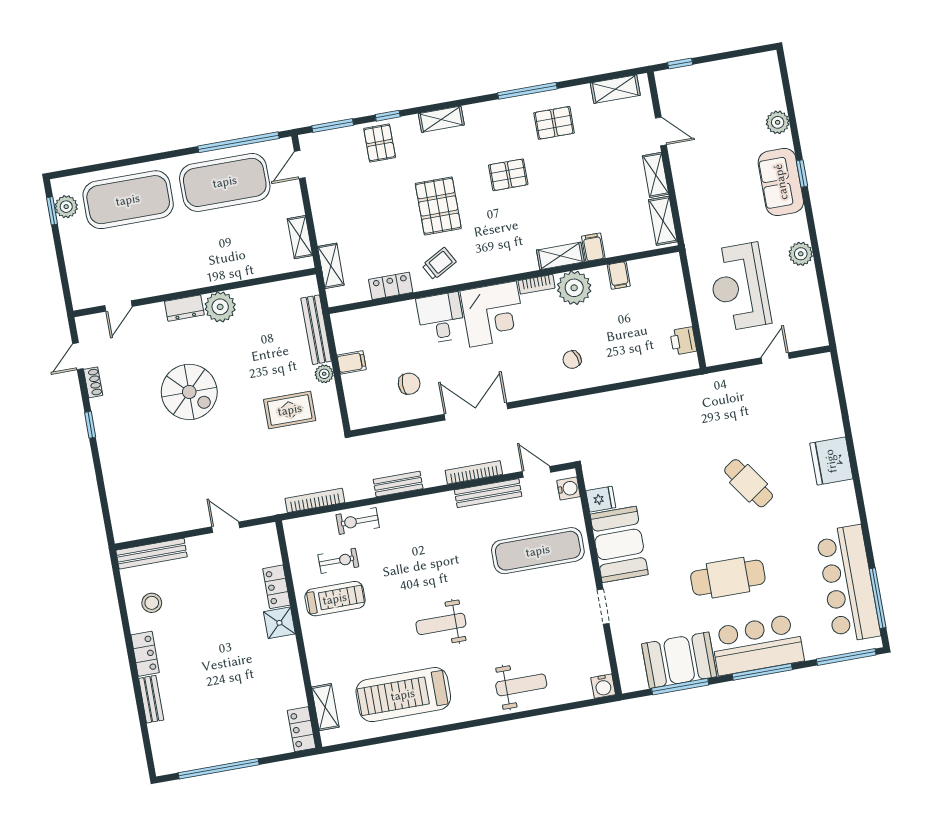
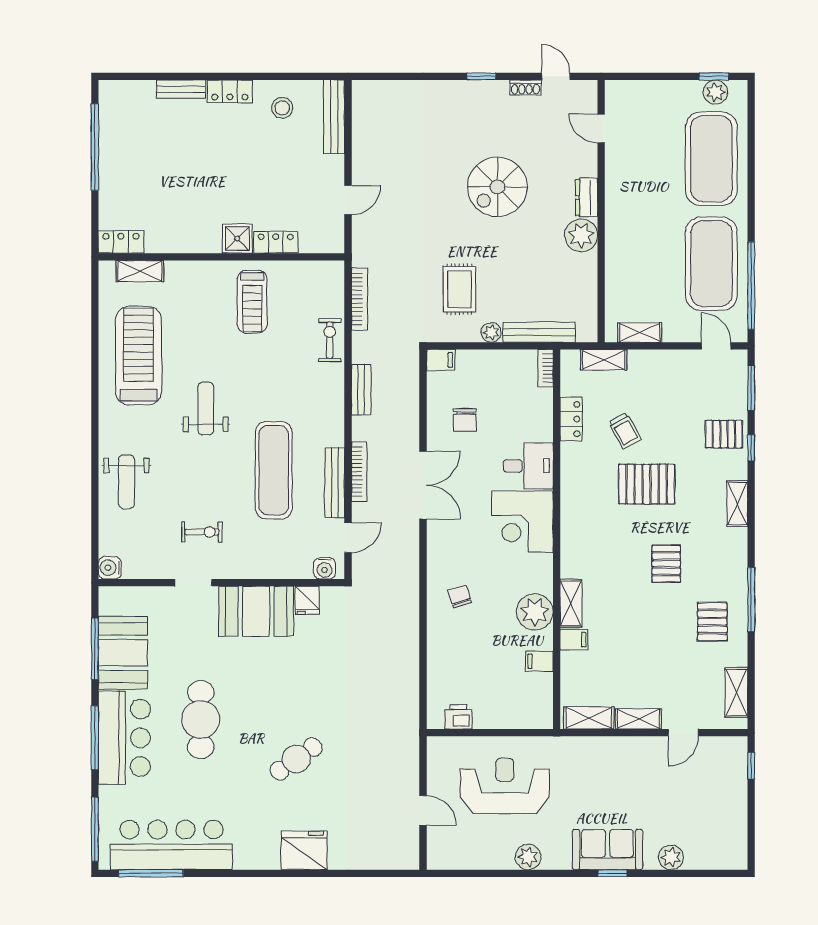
trolley: (439, 264) -> (625, 431), moved
bookcase: (537, 284) -> (546, 368), moved
filing cabinet: (352, 362) -> (441, 360), moved, turned -90
exercise mat: (538, 551) -> (274, 470), moved
exercise bike: (338, 561) -> (202, 532), moved, turned -90

